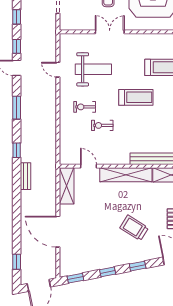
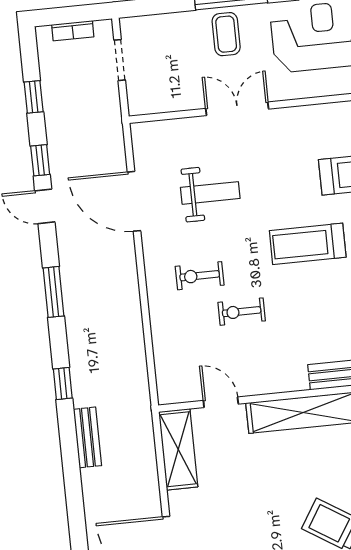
weight bench: (93, 69) -> (210, 193), width x0.73, depth x0.75
door: (58, 70) -> (134, 201), width x1.88
treadmill: (136, 97) -> (308, 244), turned 180

